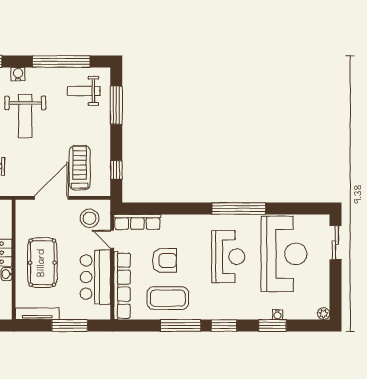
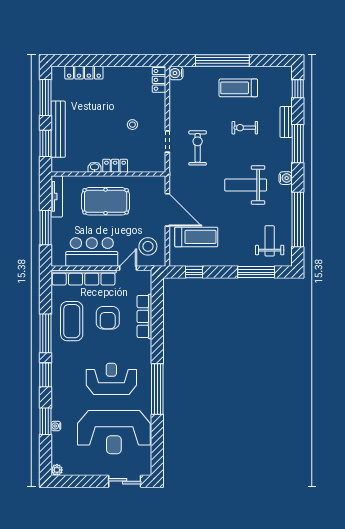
row of seats: (137, 222) -> (144, 316), moved
reception desk: (228, 257) -> (111, 379), turned 180

